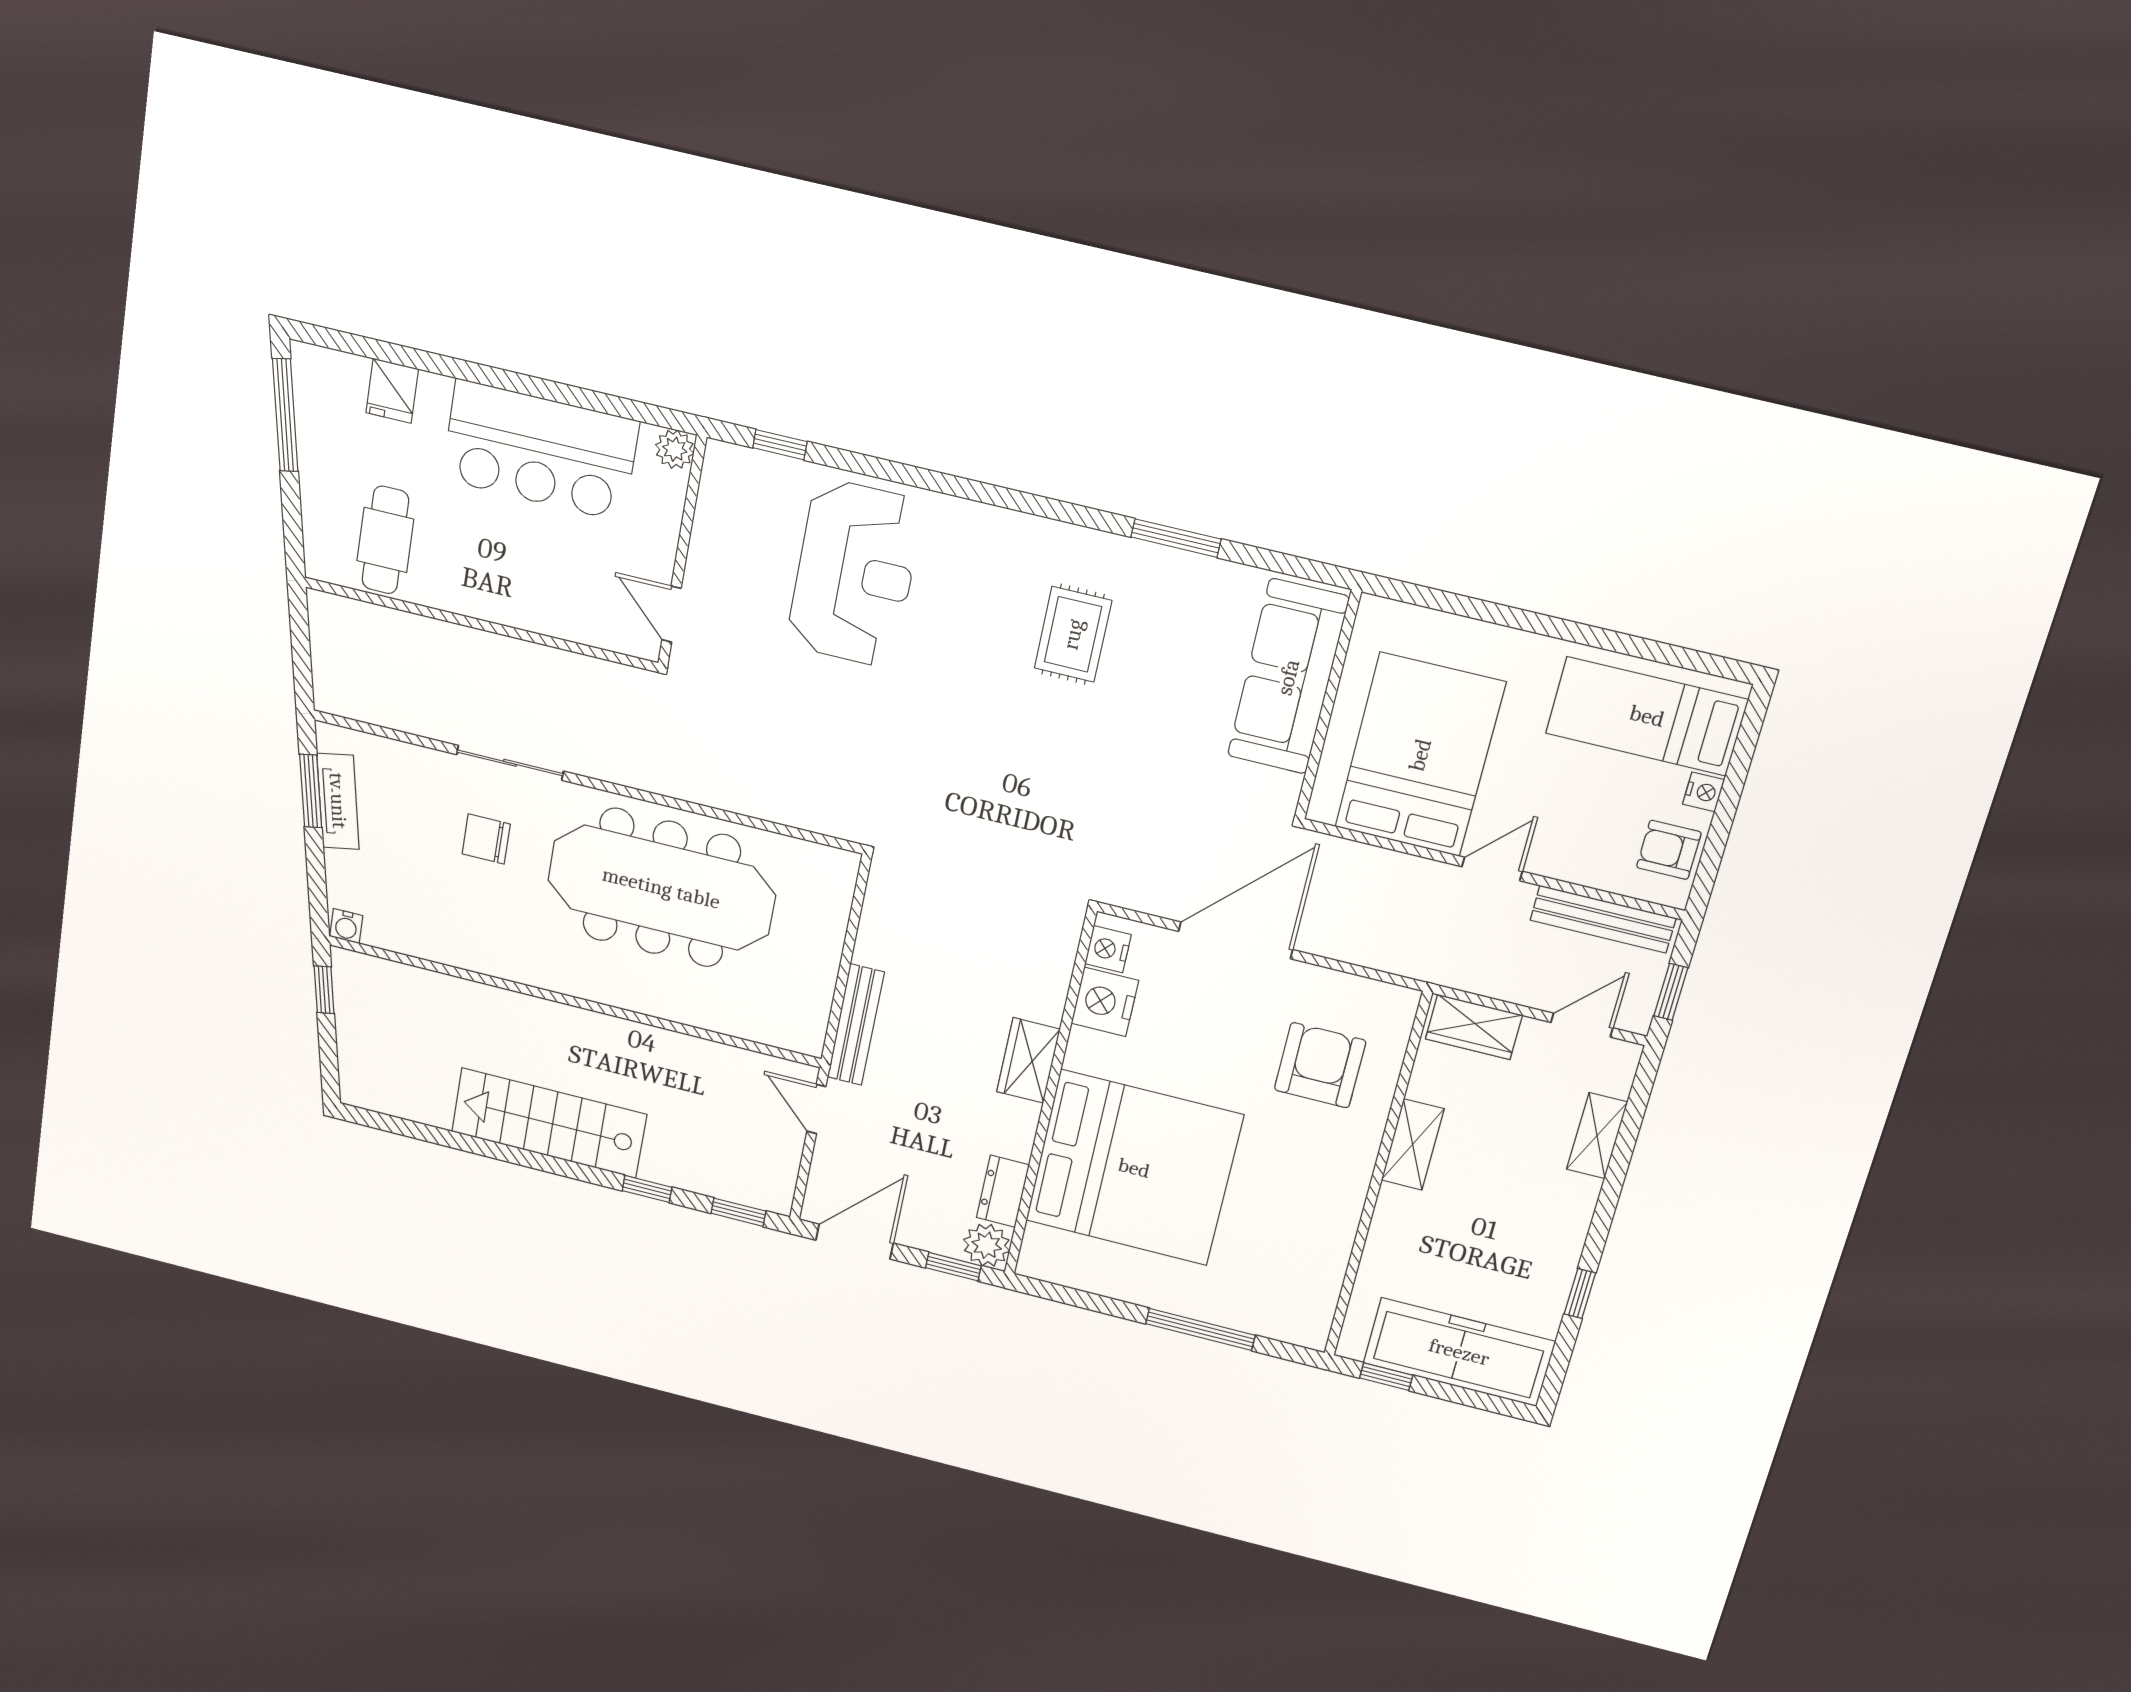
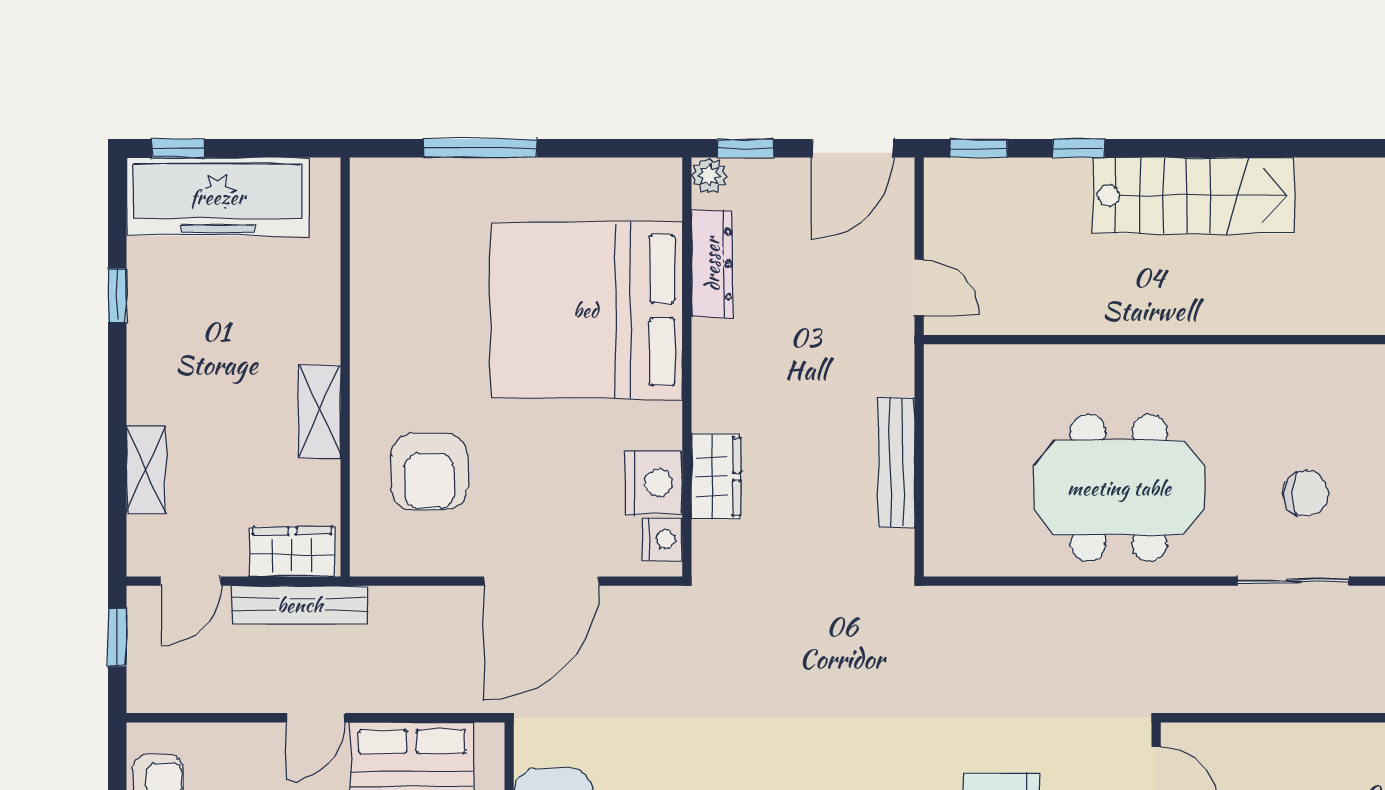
meeting table: (661, 888) -> (1119, 488), width x0.73
bench: (1603, 919) -> (300, 605), moved
bench: (856, 1025) -> (896, 462), moved
wardrobe: (1028, 1060) -> (716, 477), moved
dresser: (1003, 1191) -> (712, 264), width x1.44
plant: (987, 1245) -> (710, 175), width x0.73, depth x0.73
window: (1386, 1377) -> (178, 148), moved

